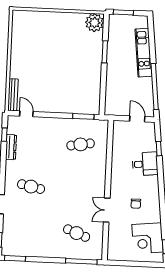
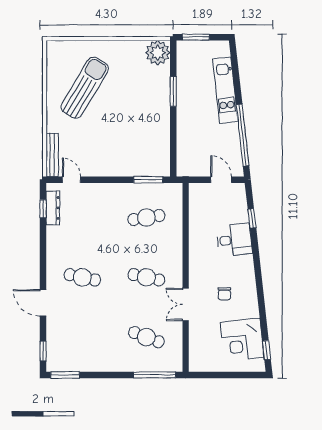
sun lounger: (39, 46) -> (85, 88), added
dresser: (11, 147) -> (53, 208), moved
cafe table: (79, 189) -> (146, 277), added

